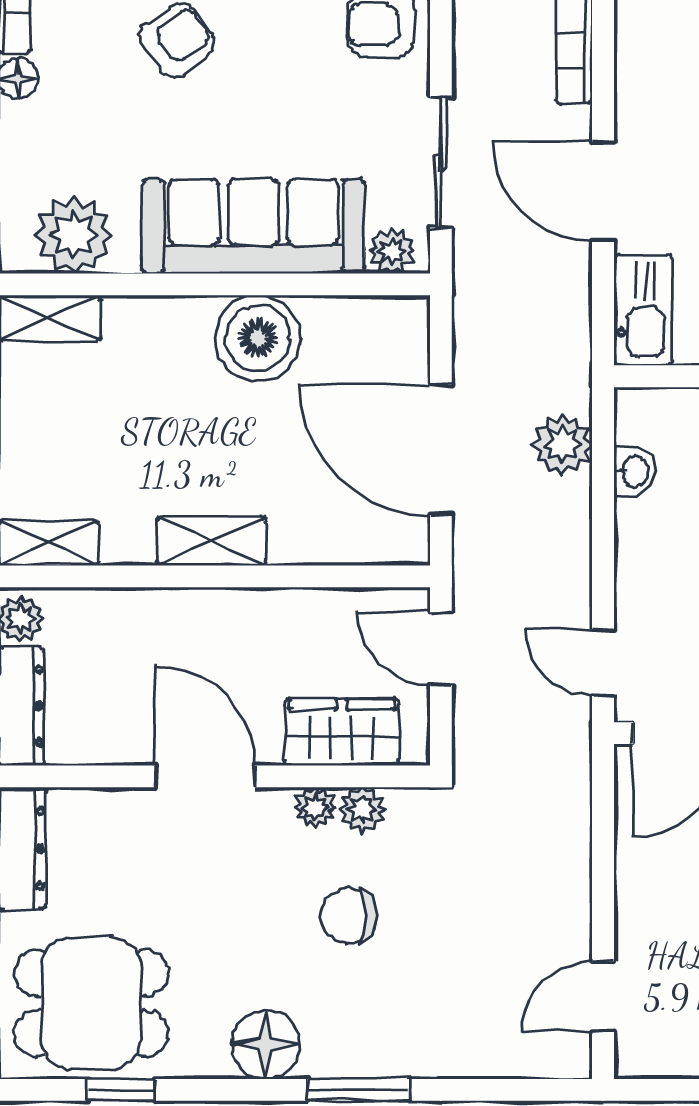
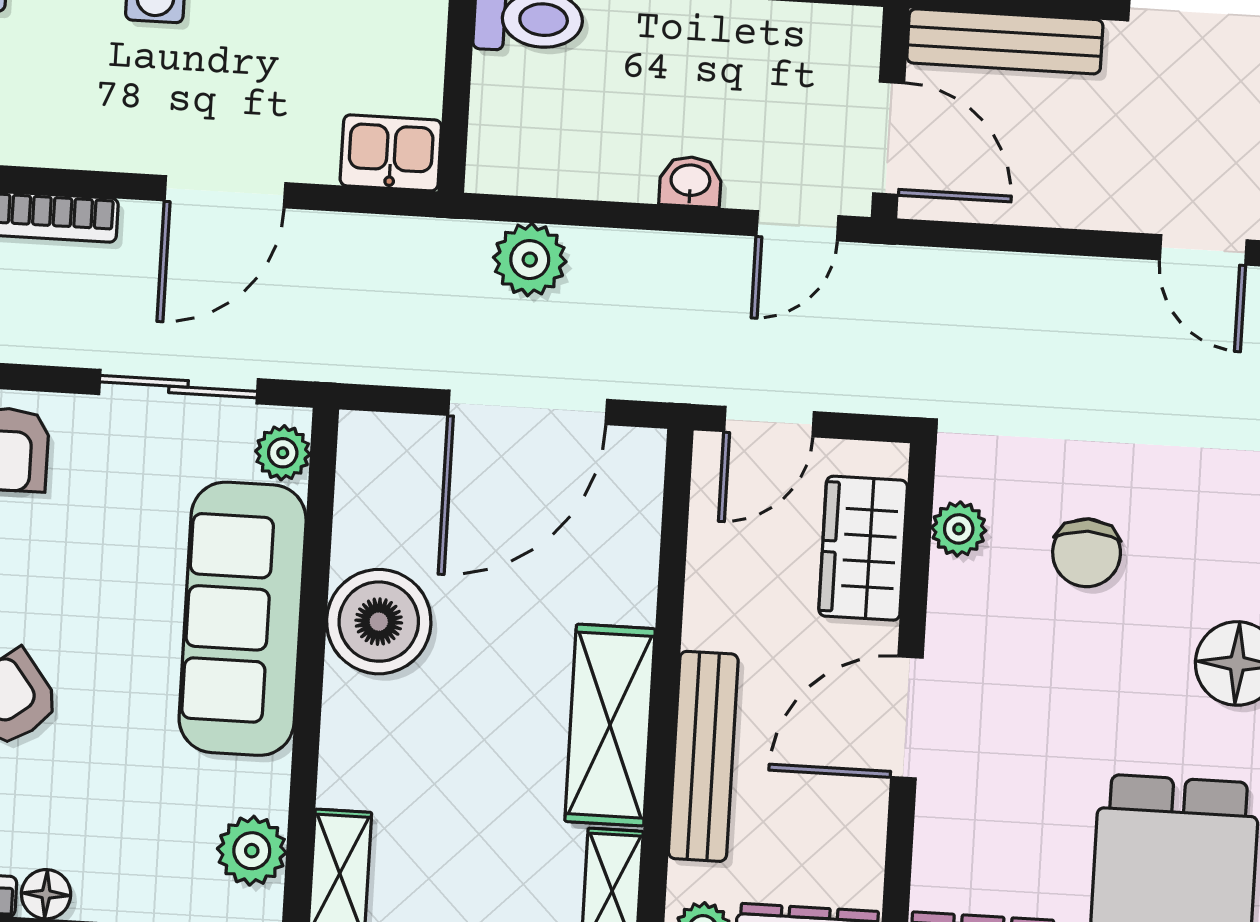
plant: (74, 235) -> (252, 851), width x0.73, depth x0.73
kitchen sink: (643, 310) -> (391, 153), width x0.73
washbasin: (634, 471) -> (690, 182), moved
shelving: (211, 541) -> (610, 725), width x1.50, depth x1.33
bench: (163, 611) -> (703, 756), added
plant: (315, 807) -> (953, 586), removed

